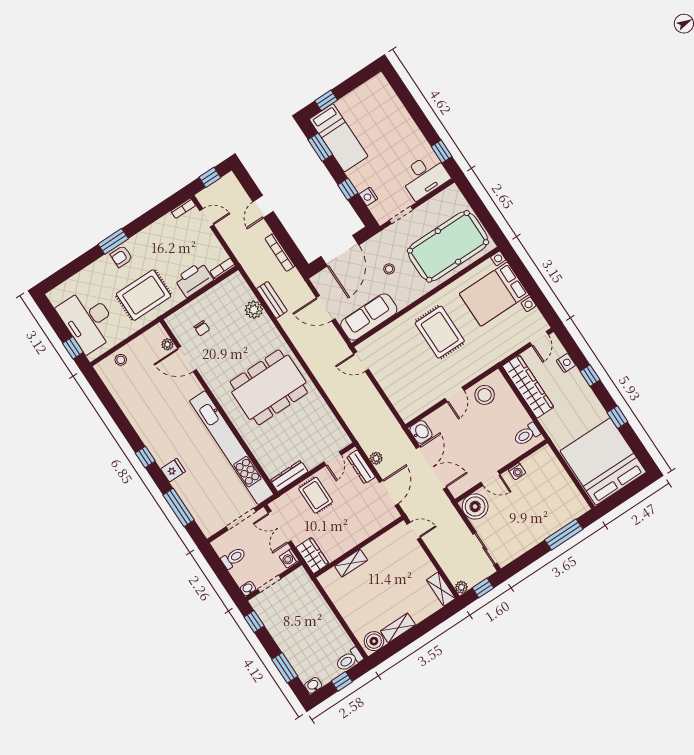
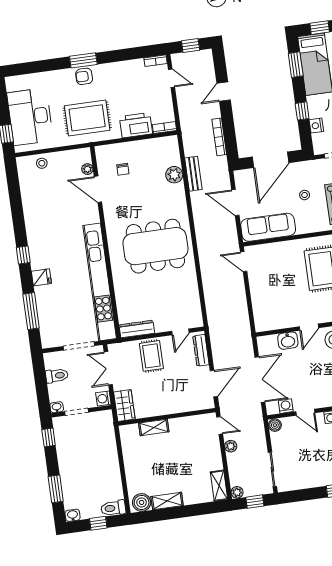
washbasin: (421, 432) -> (288, 341), moved, turned 90
plant: (376, 458) -> (231, 446), moved
washing machine: (469, 481) -> (286, 406), added
boiler: (475, 506) -> (275, 425), width x0.54, depth x0.54

